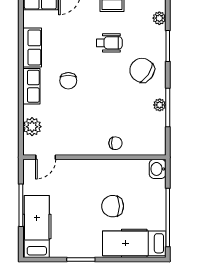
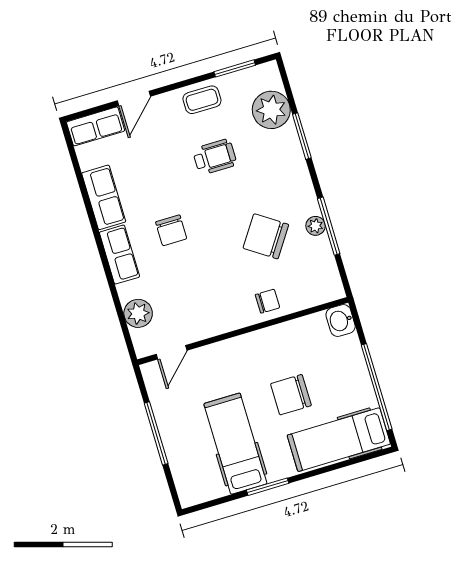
plant: (159, 18) -> (271, 110), width x1.88, depth x1.88
chair: (142, 70) -> (266, 236), moved
hospital bed: (37, 227) -> (235, 444), moved

